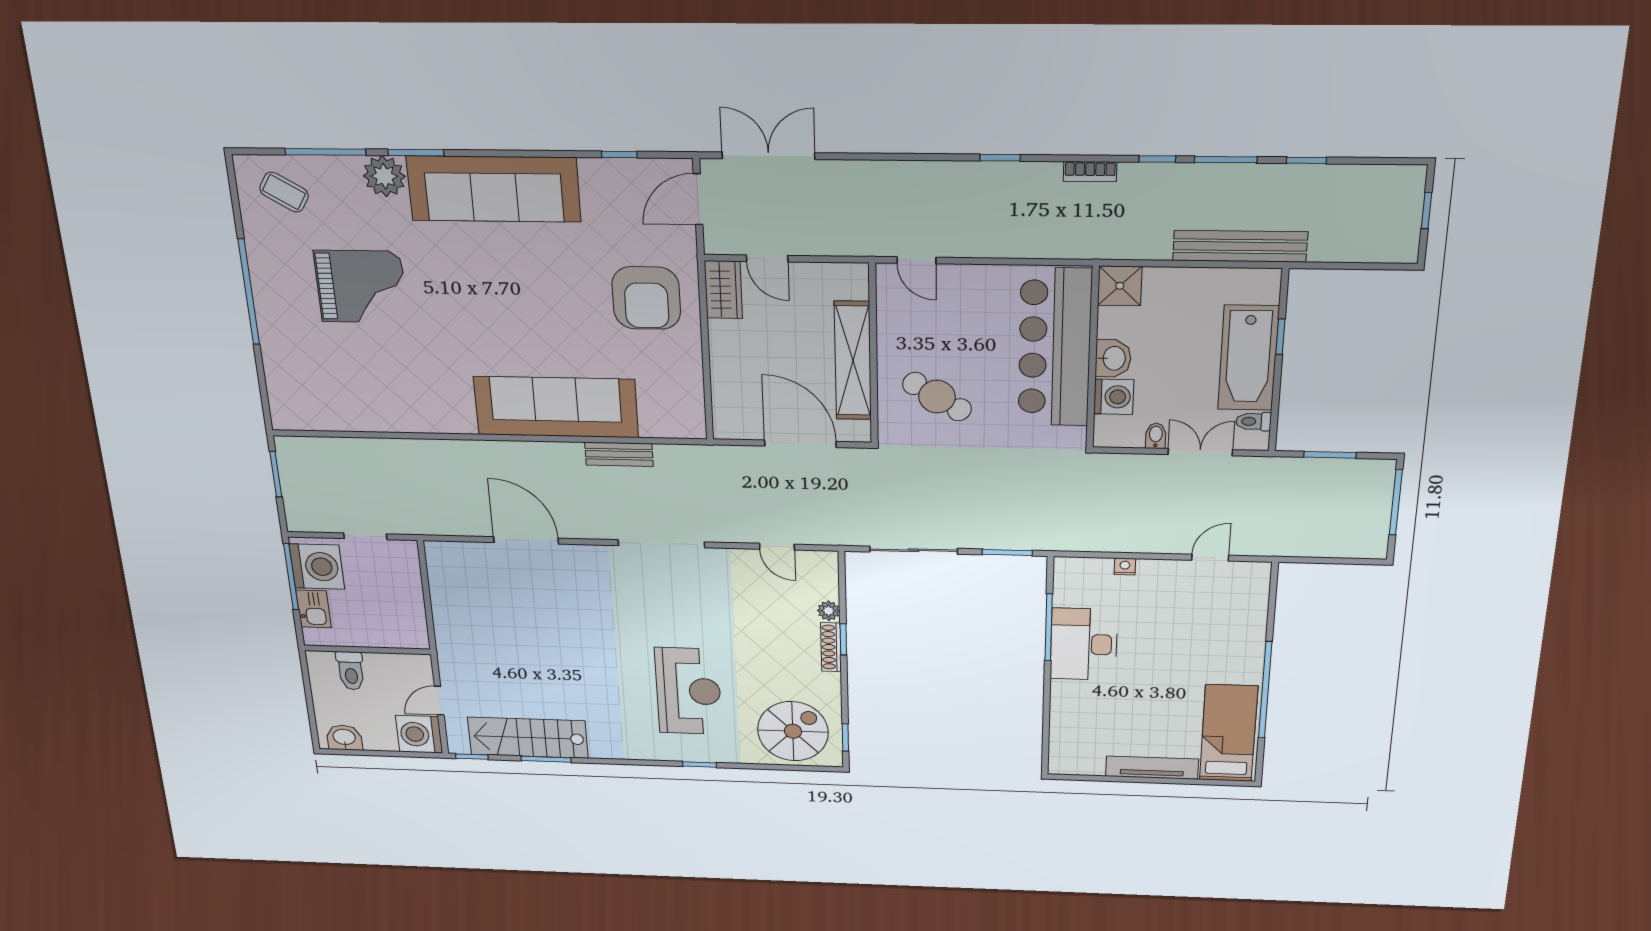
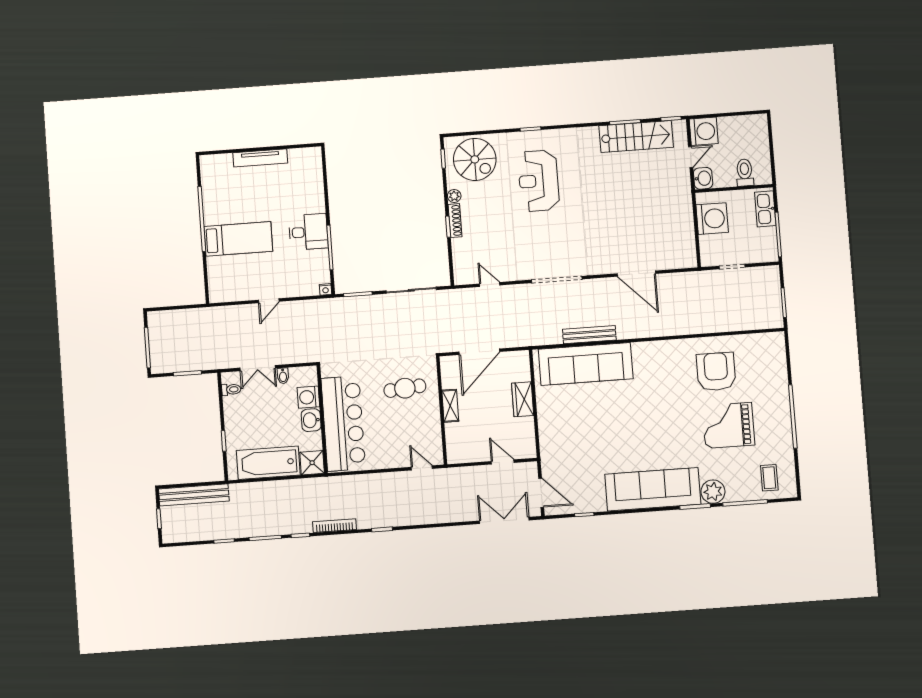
double door: (768, 156) -> (504, 520), swing flipped
bookcase: (1090, 172) -> (334, 526), width x1.56
coffee table: (284, 192) -> (769, 478), turned 59
door: (698, 199) -> (541, 493), hinge flipped
bench: (1240, 246) -> (194, 495), moved
wardrobe: (723, 290) -> (523, 399), moved
armchair: (646, 298) -> (716, 372), moved
bathtub: (1248, 358) -> (268, 463), moved, turned -90
shelving: (853, 361) -> (450, 406), width x0.45, depth x0.75
cafe table: (937, 397) -> (405, 388), turned -37
sofa: (556, 407) -> (586, 364), moved
door: (800, 444) -> (479, 352), hinge flipped
bench: (619, 454) -> (589, 335), width x1.36
door: (1210, 558) -> (269, 301), moved
washing machine: (317, 567) -> (712, 219), moved, turned 180
nightstand: (1125, 567) -> (325, 289), moved
kitchen sink: (314, 609) -> (765, 209), width x1.38
plant: (829, 611) -> (454, 196), moved
desk: (1084, 644) -> (308, 232), width x0.73
spiral stairs: (793, 731) -> (475, 159), turned -90
bed: (1228, 733) -> (238, 239), moved, turned -90
washbasin: (344, 738) -> (703, 178), moved, turned -90

